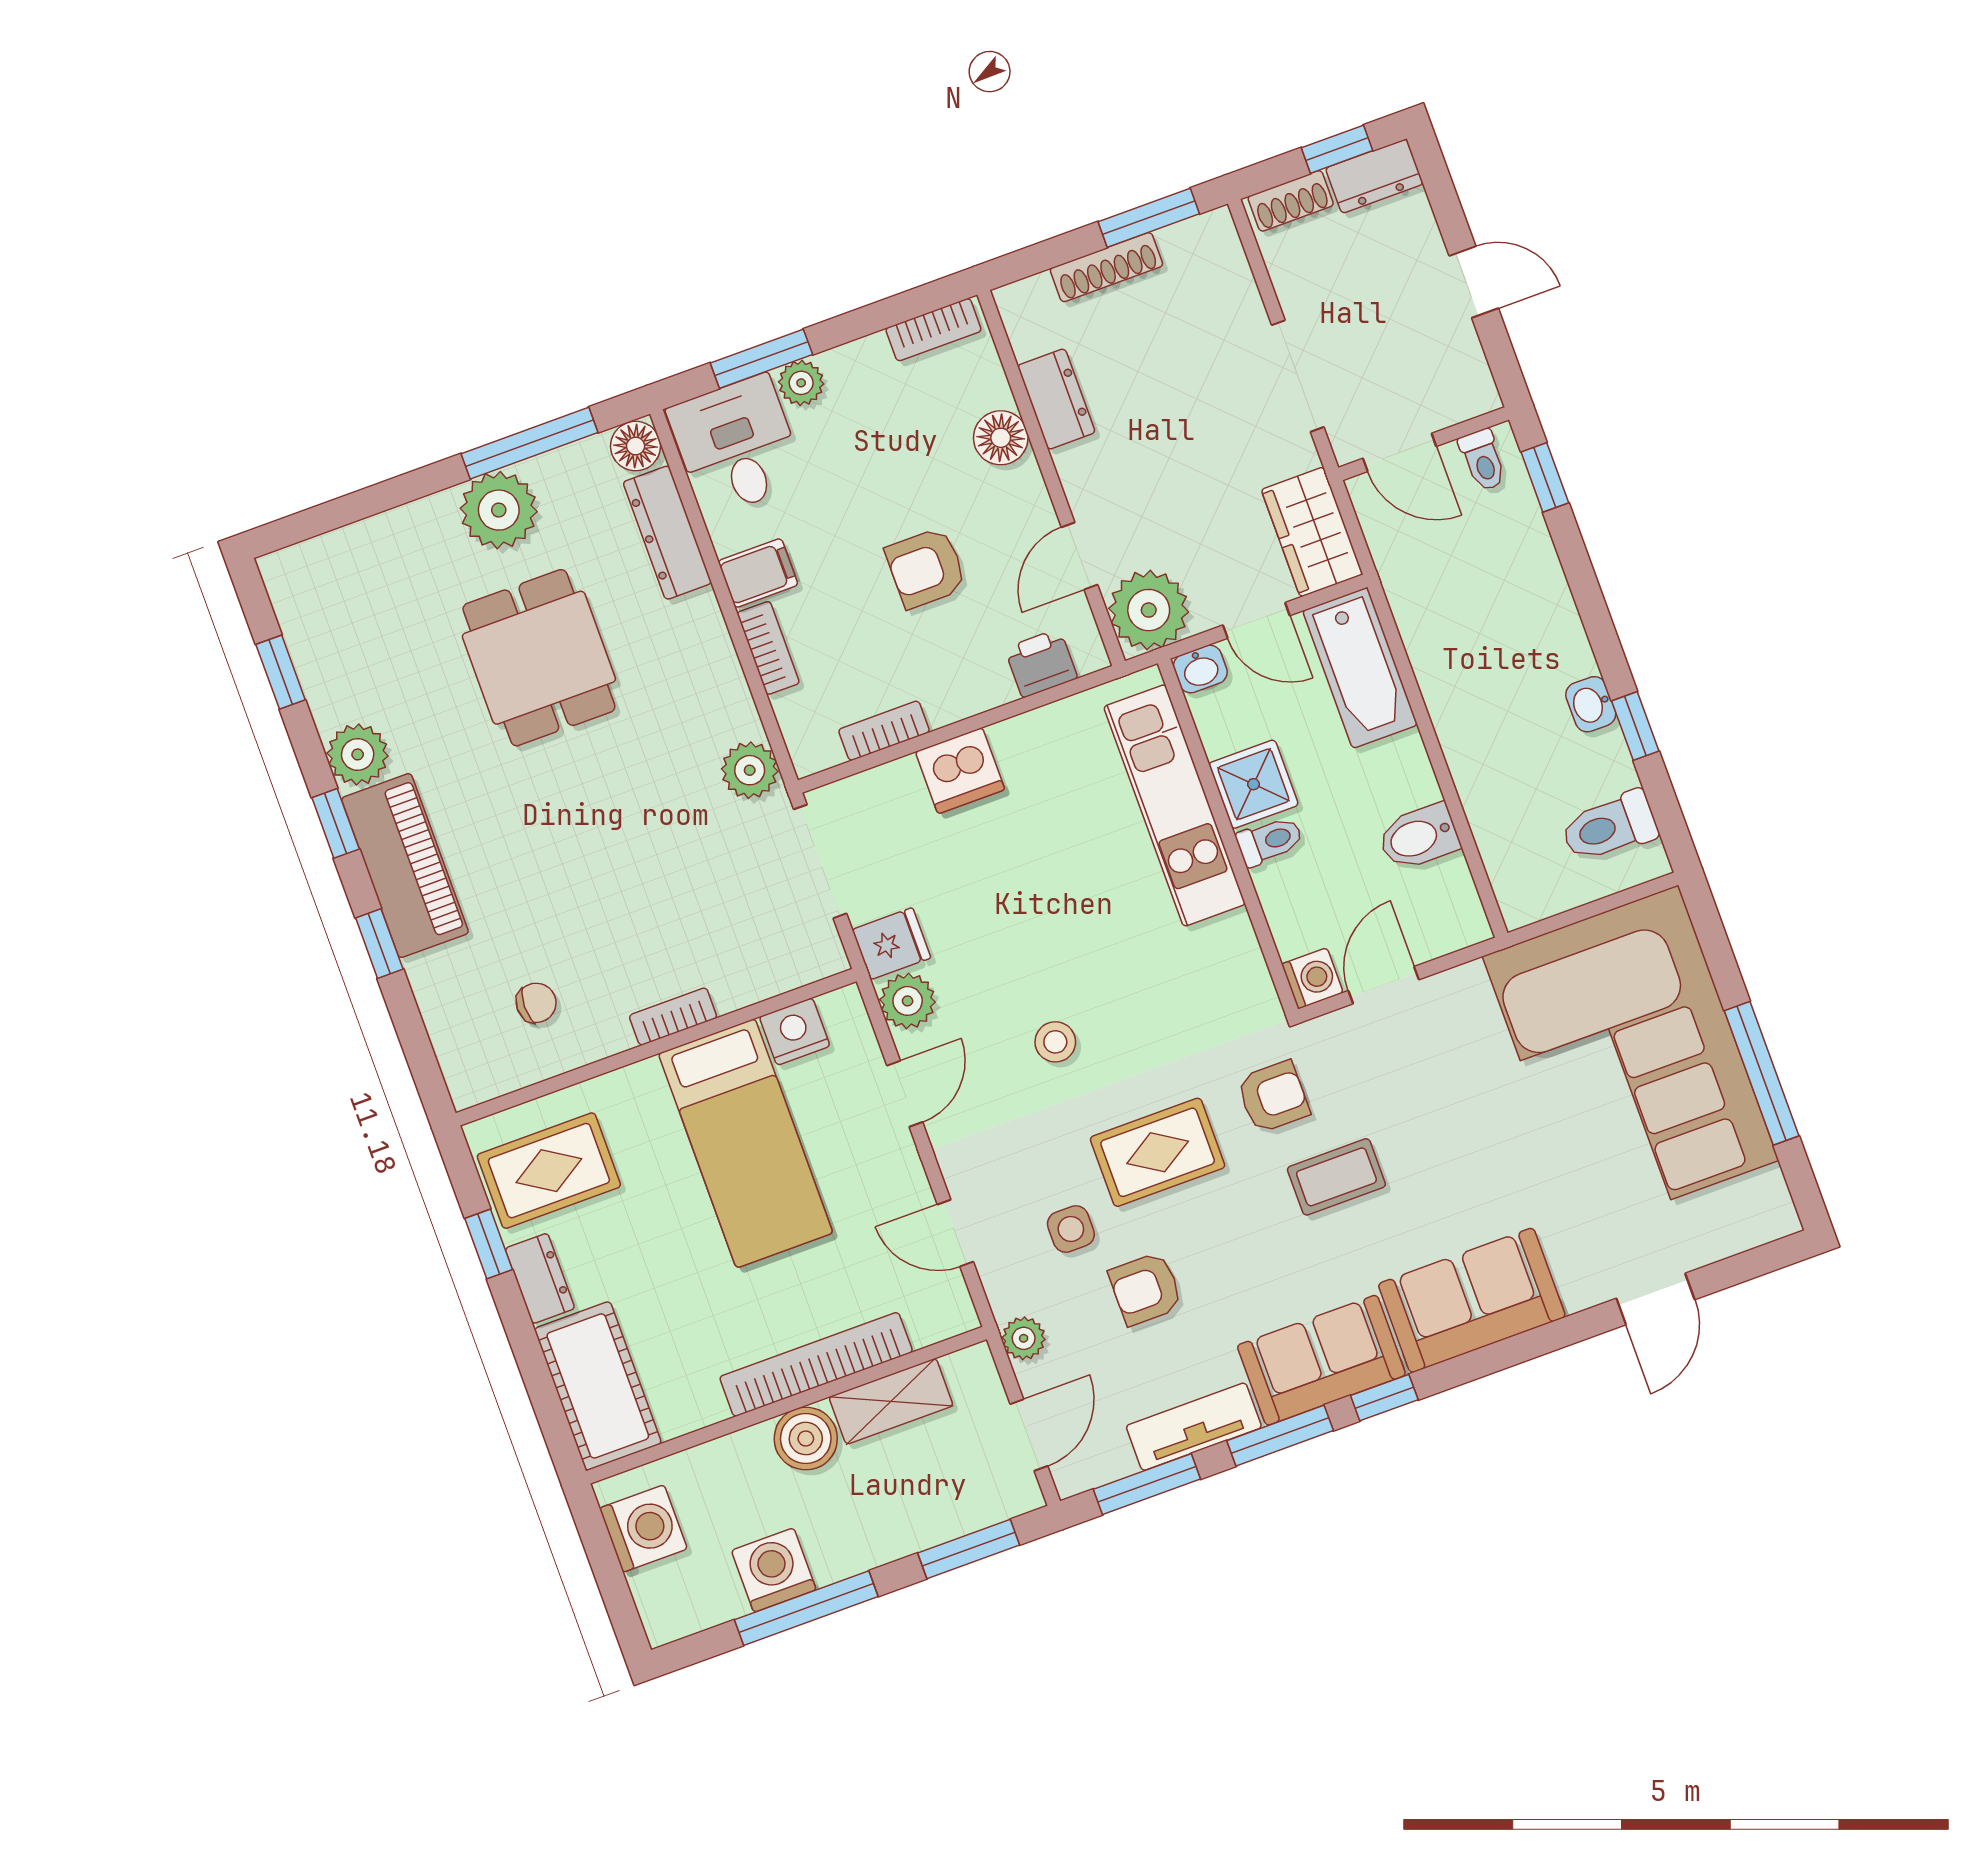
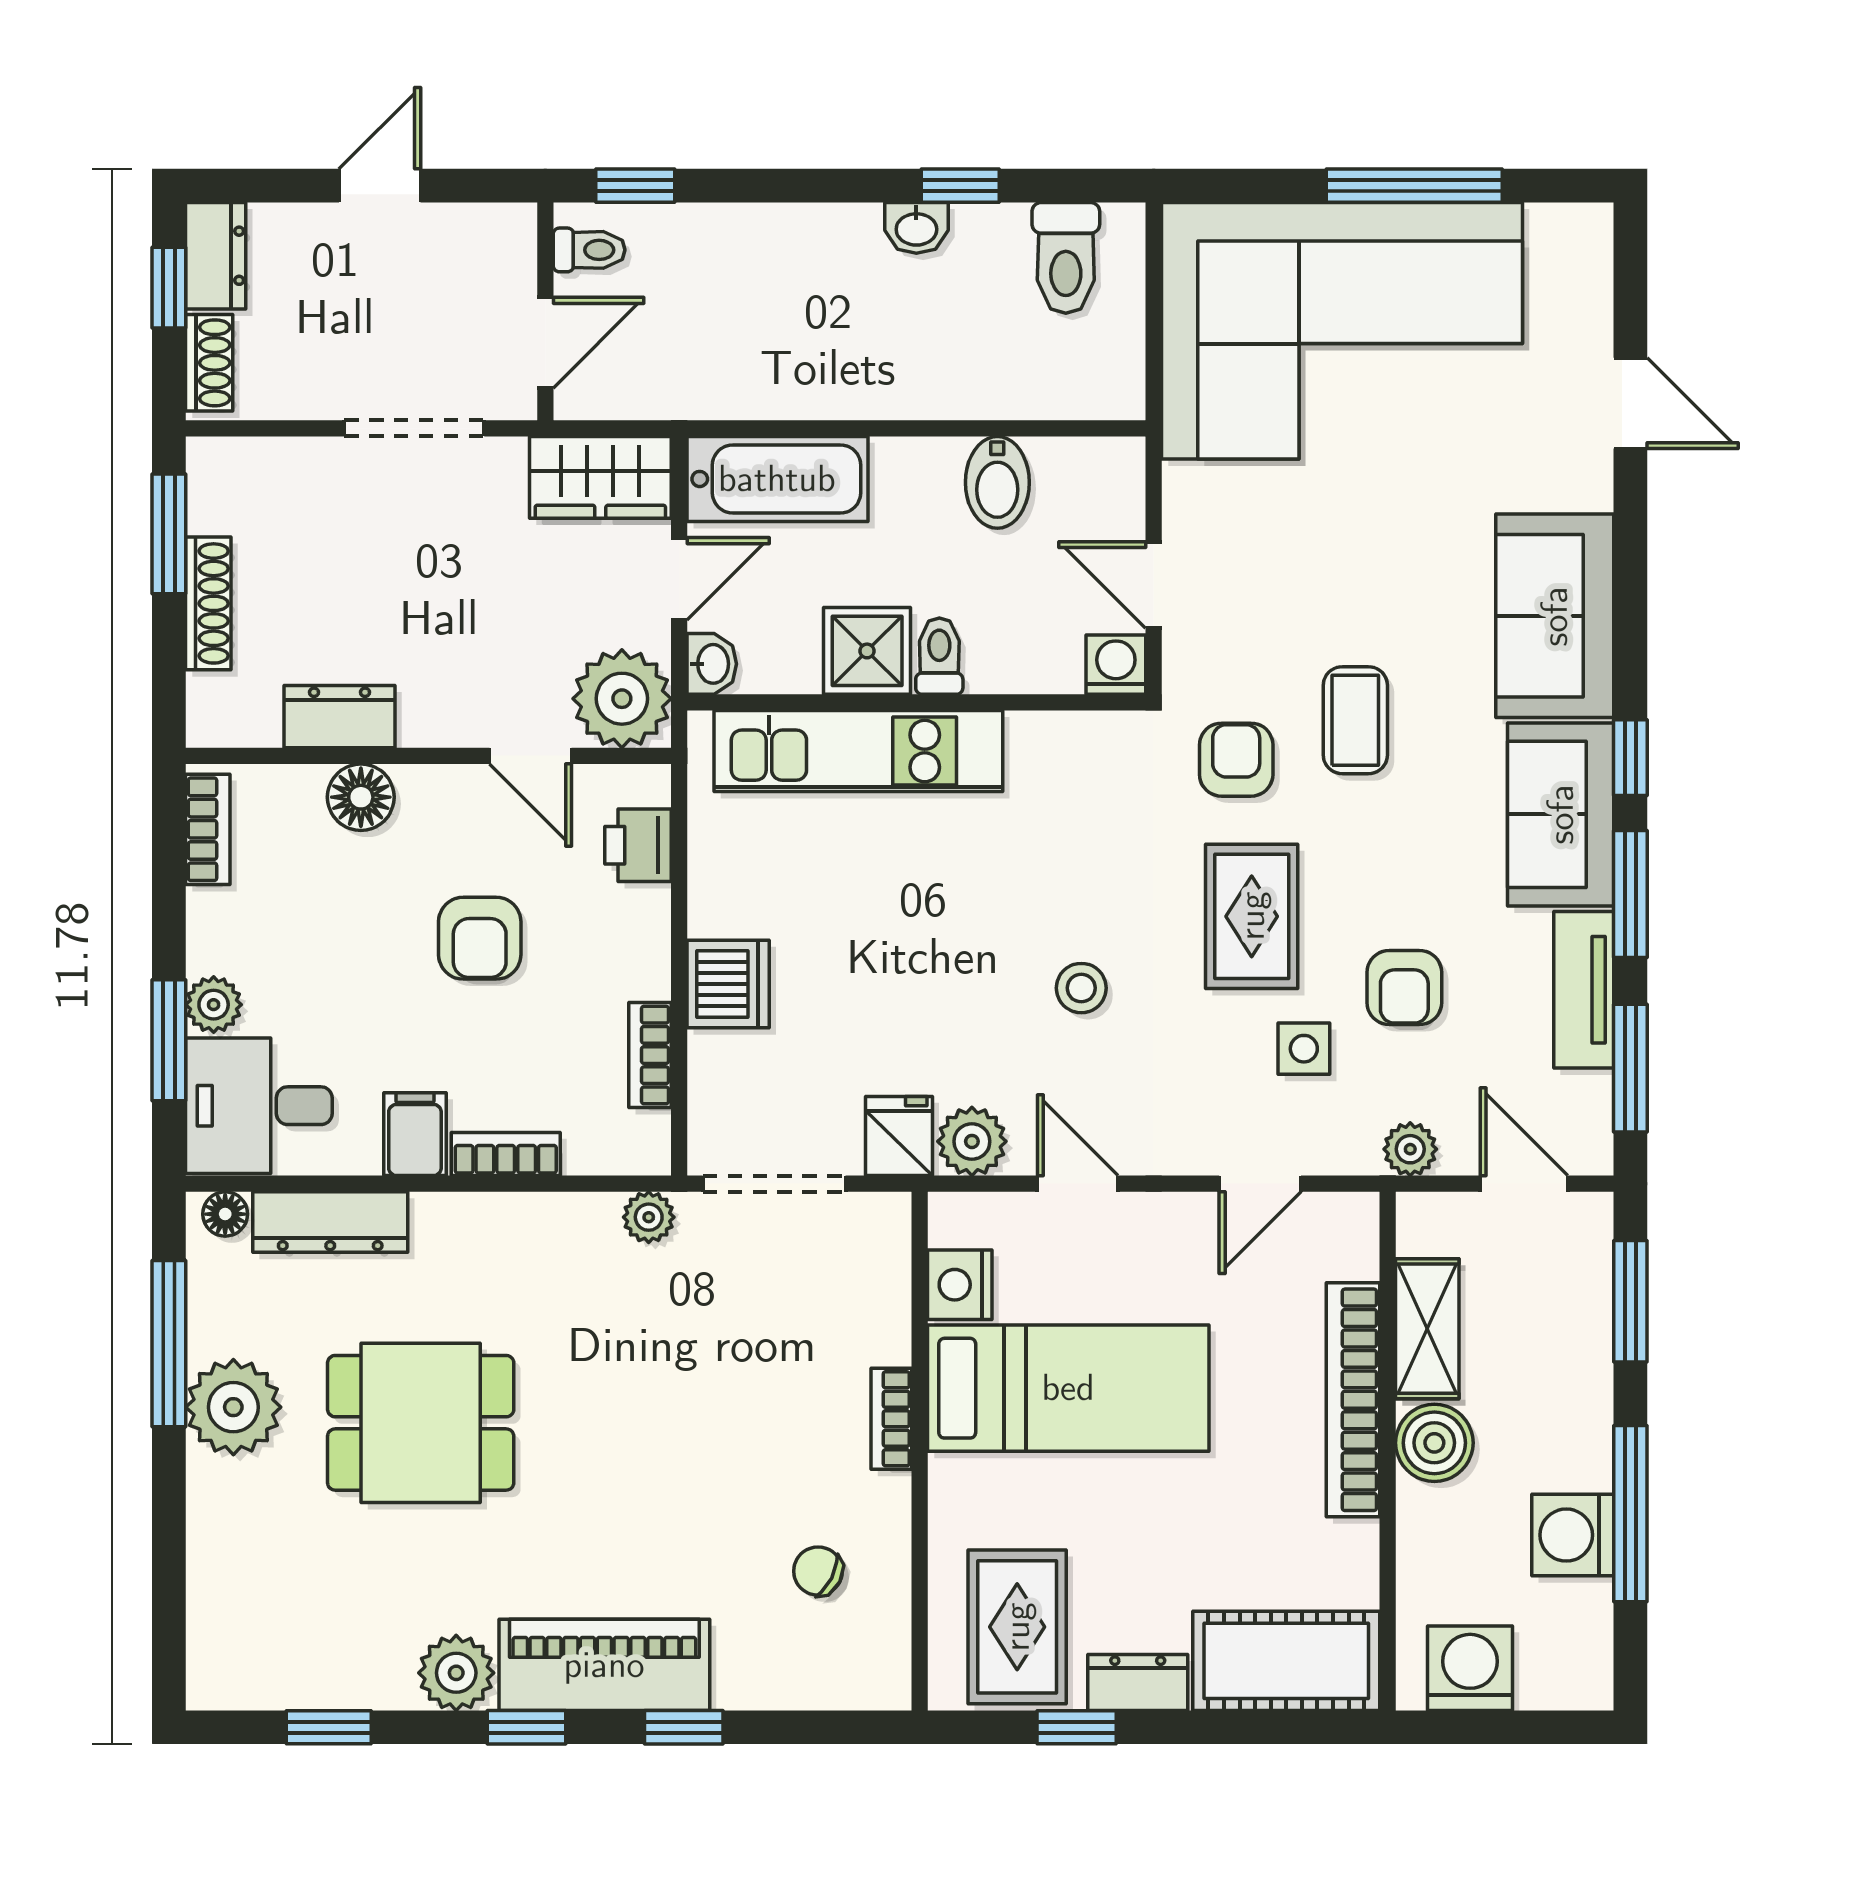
floor lamp: (636, 446) -> (225, 1214), width x0.73, depth x0.73
plant: (750, 770) -> (649, 1217), width x0.73, depth x0.73
chair: (536, 1003) -> (818, 1571), turned -63

